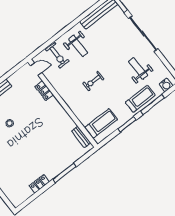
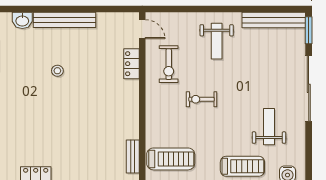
exercise bike: (57, 55) -> (169, 64), moved

